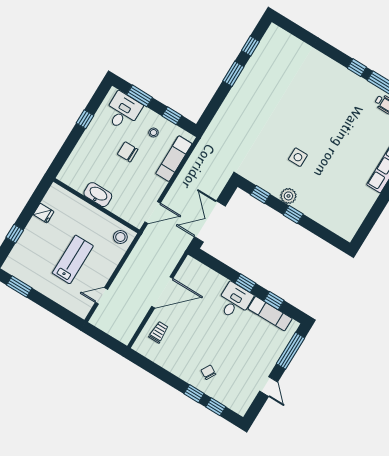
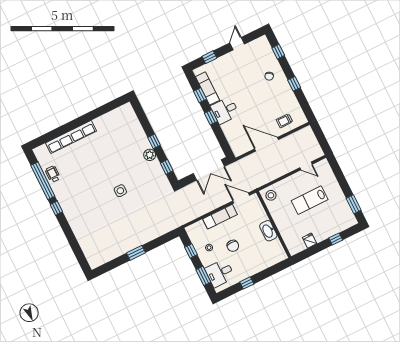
window: (251, 46) -> (114, 264), removed
side table: (298, 157) -> (120, 191), moved
exam couch: (174, 159) -> (220, 217), moved
window: (290, 351) -> (209, 57), width x0.46
window: (194, 394) -> (294, 84), moved

